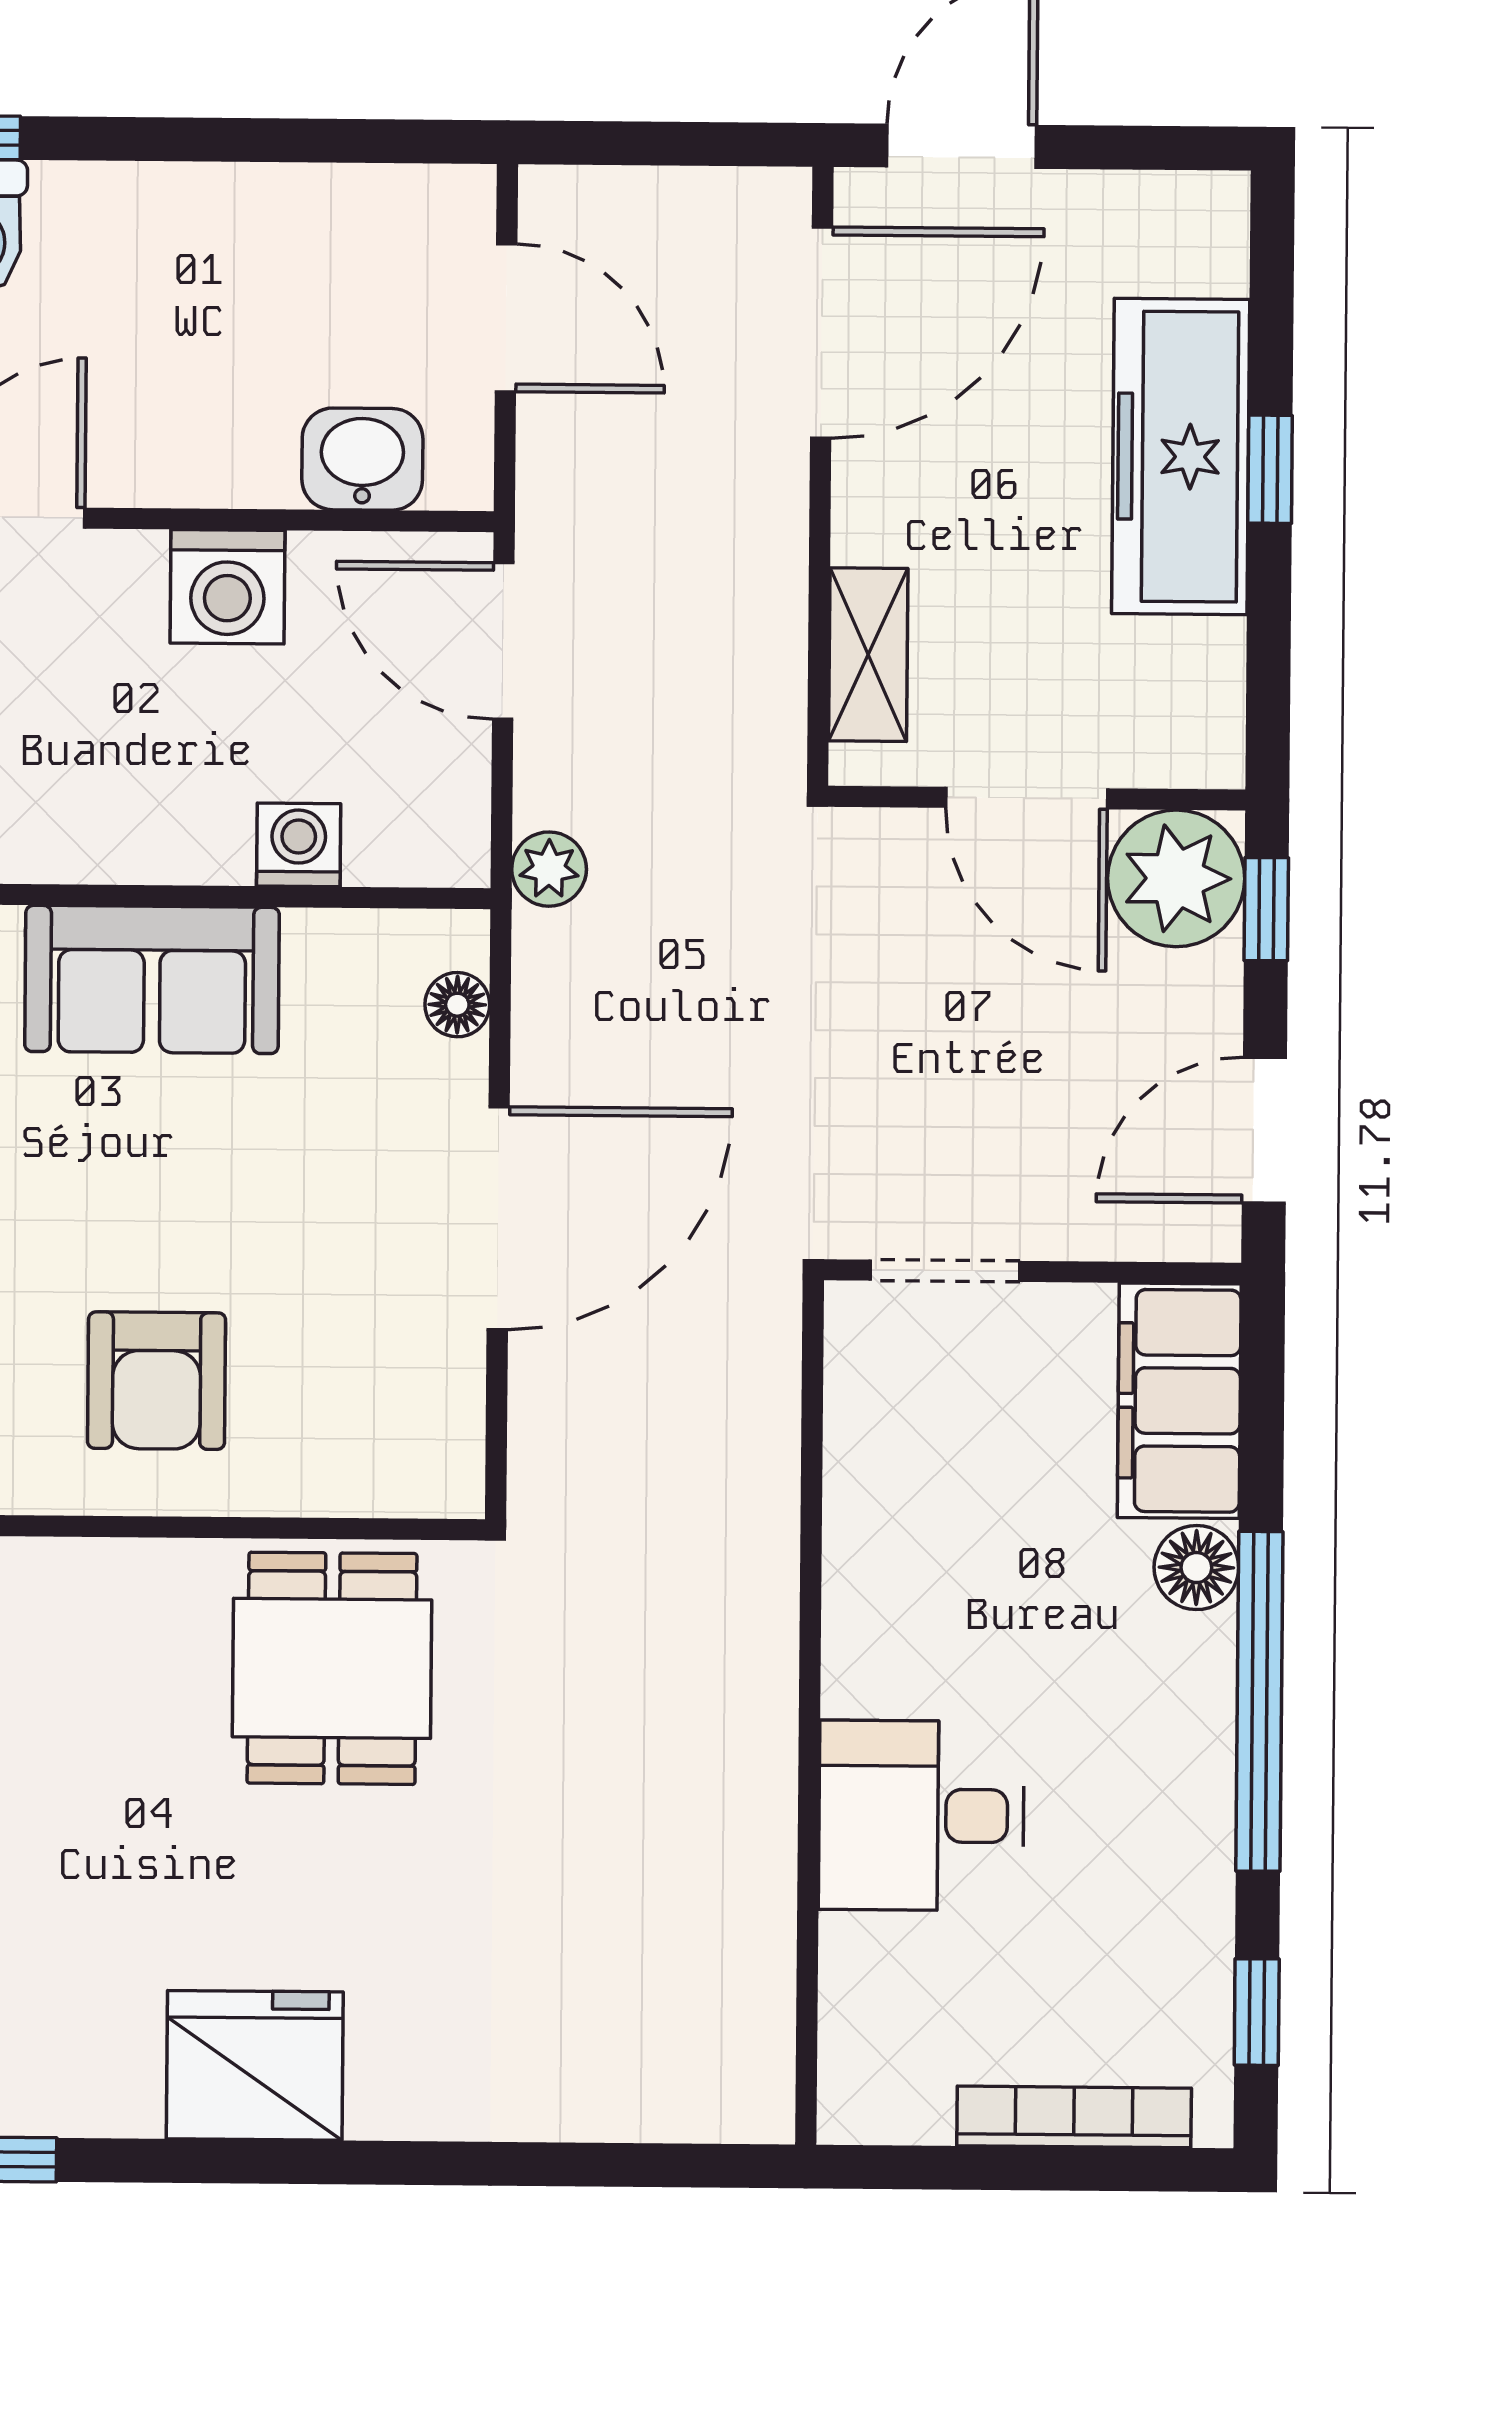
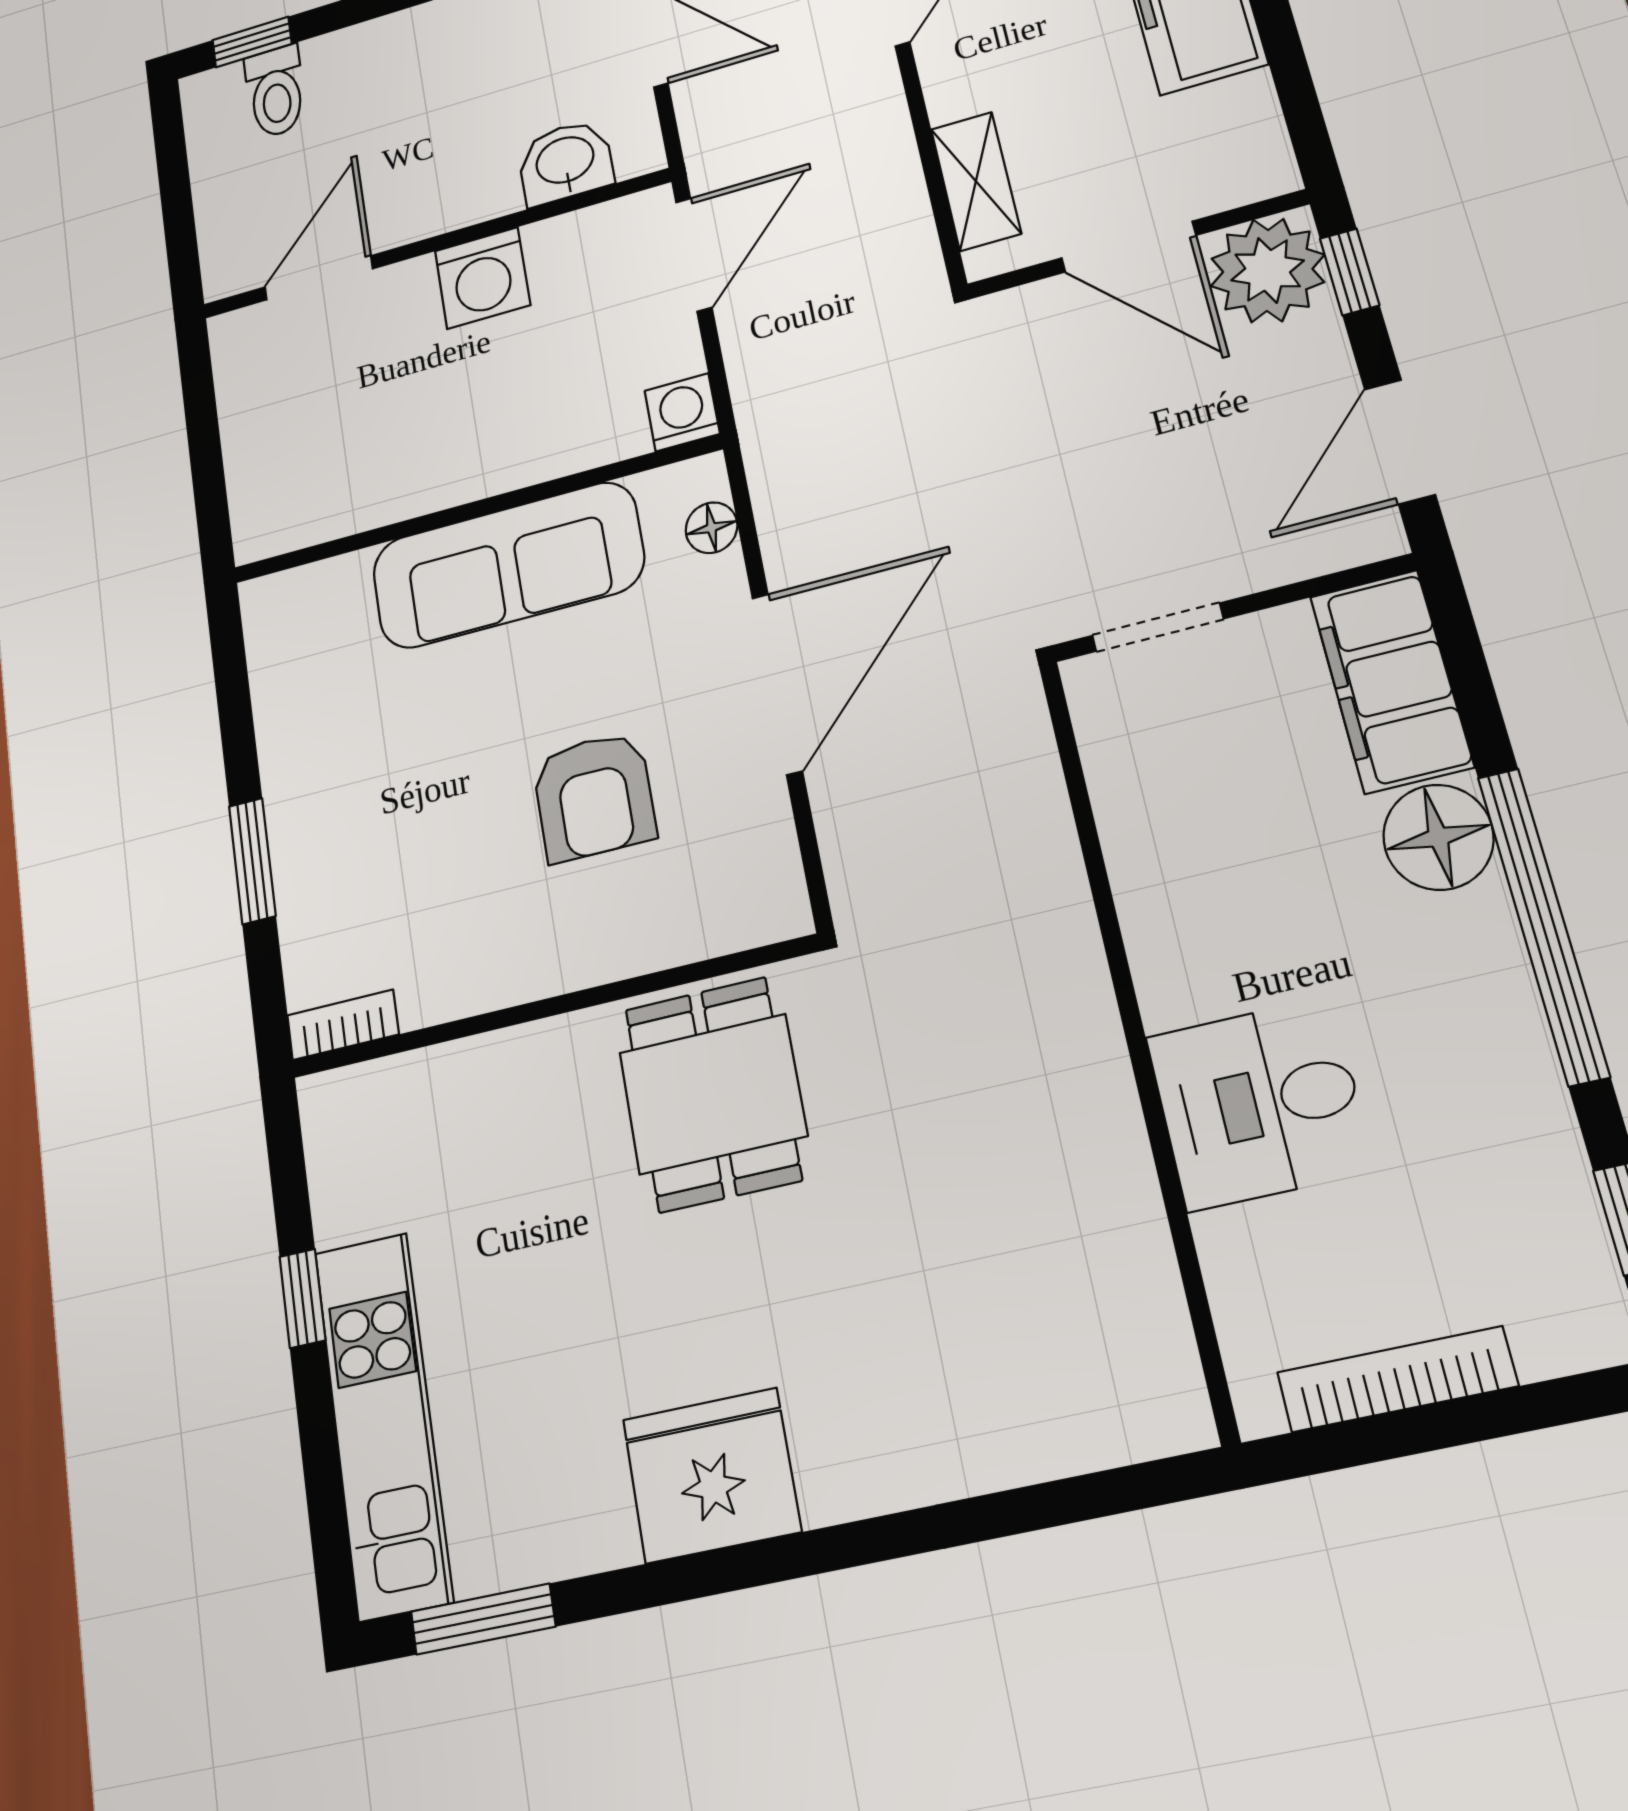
door: (503, 641) -> (694, 255), swing flipped
washing machine: (299, 845) -> (682, 412), moved
plant: (549, 869) -> (762, 407), removed
sofa: (152, 979) -> (508, 565), width x1.36
armchair: (157, 1381) -> (594, 796), moved
floor lamp: (1196, 1568) -> (1438, 837), width x1.38, depth x1.38
bookcase: (1074, 2117) -> (1397, 1379), moved

